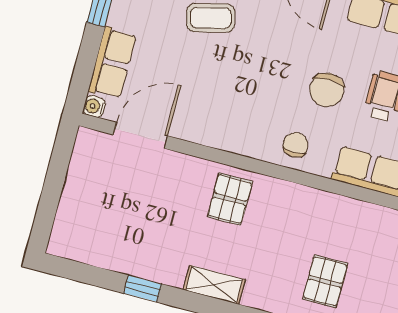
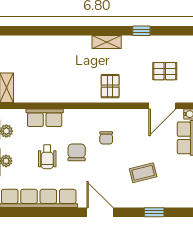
chair: (296, 145) -> (106, 138), moved
pallet: (325, 281) -> (165, 71), moved, turned 90

